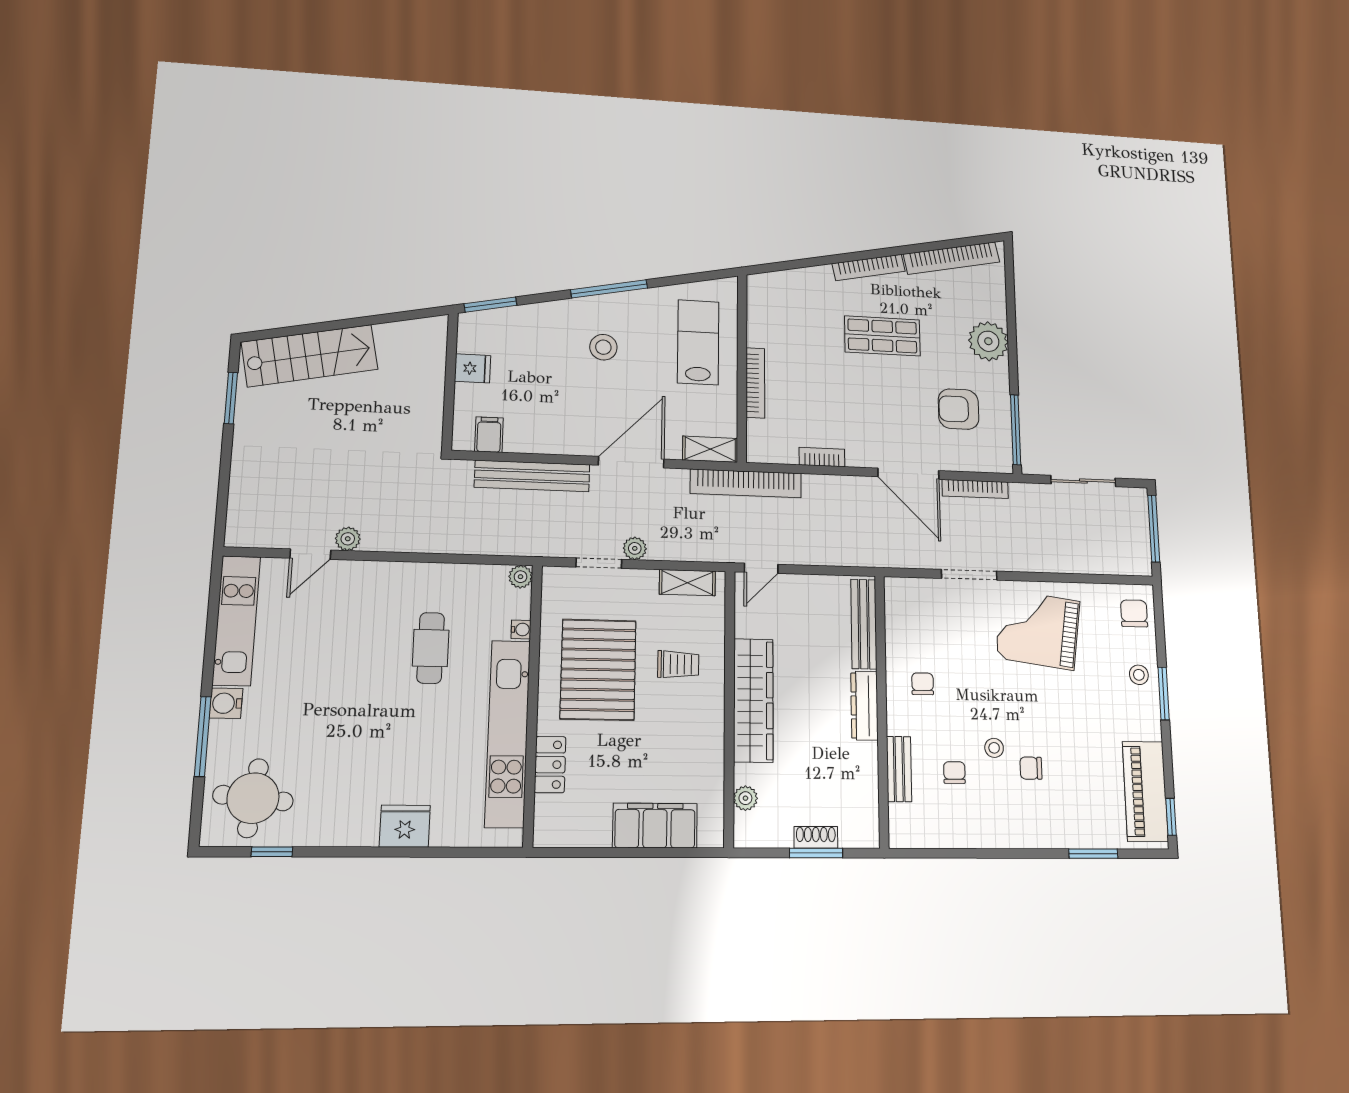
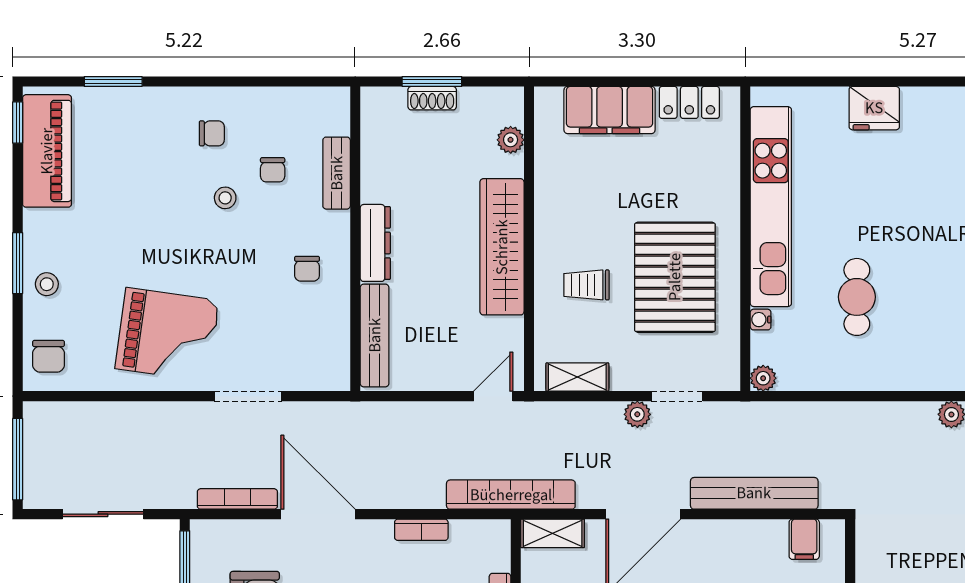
locker: (550, 765) -> (689, 102), moved, turned -90
chair: (1031, 768) -> (212, 133), moved

